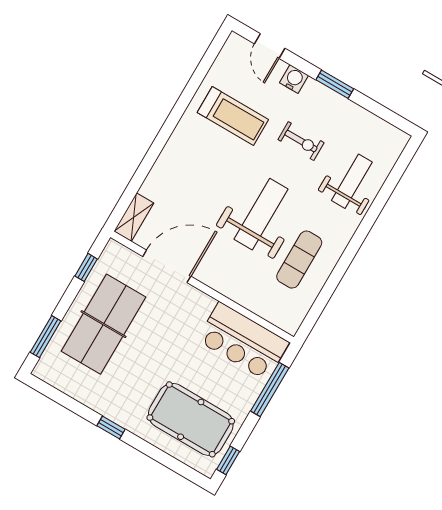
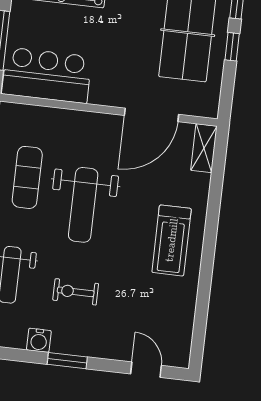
water cooler: (294, 79) -> (39, 340), moved
treadmill: (233, 116) -> (172, 240), moved, turned -90
window: (86, 267) -> (232, 47), moved

